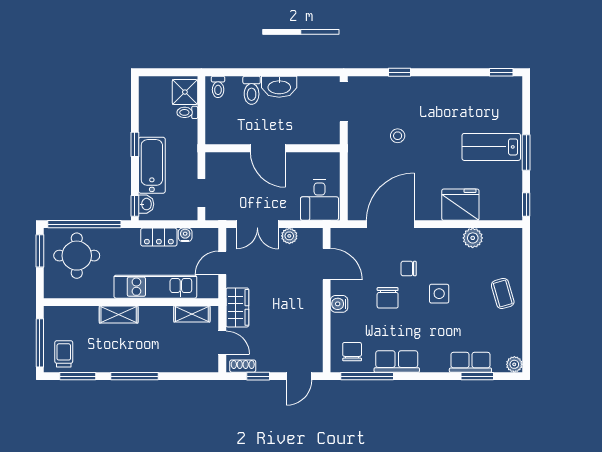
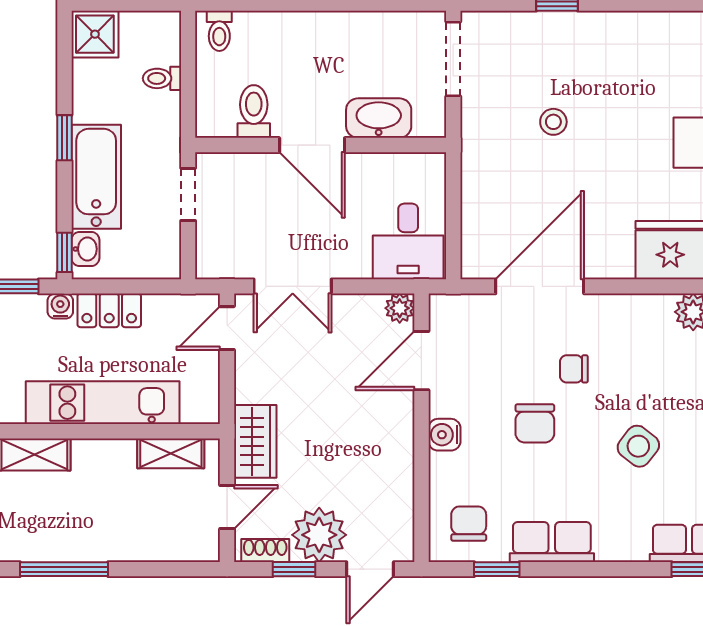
washbasin: (279, 87) -> (379, 118), moved, turned 180
toilet: (252, 90) -> (254, 111), moved, turned 180
shower: (185, 92) -> (95, 34), moved
doorway: (201, 193) -> (188, 194), moved
water cooler: (185, 235) -> (60, 306), moved
plant: (289, 236) -> (400, 308), moved
door: (222, 263) -> (227, 328), moved
door: (327, 264) -> (421, 361), swing flipped
side table: (439, 294) -> (638, 446), moved, turned 38
door: (222, 343) -> (227, 507), hinge flipped
plant: (272, 358) -> (319, 535), added
window: (367, 376) -> (497, 569), width x0.46

